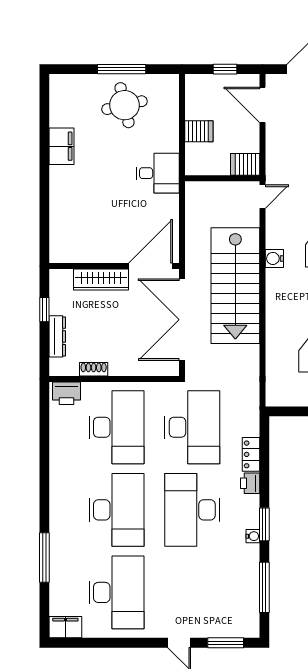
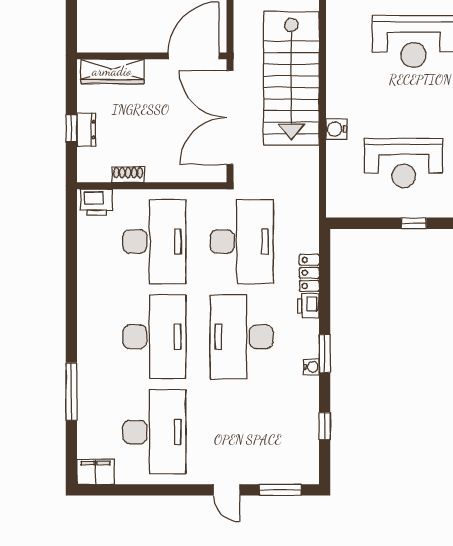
water cooler: (274, 258) -> (336, 129), moved
wardrobe: (101, 280) -> (112, 71), moved
window: (44, 310) -> (71, 128), moved
dresser: (57, 336) -> (86, 130), width x0.70
window: (264, 587) -> (325, 426), width x0.46

